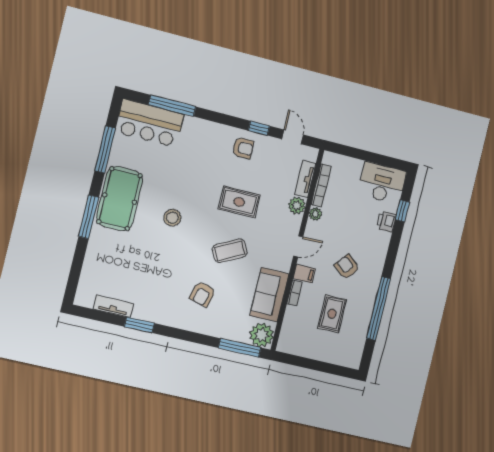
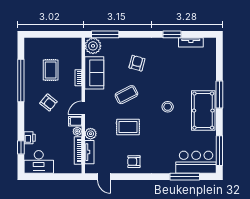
window: (259, 128) -> (127, 177), removed
window: (105, 149) -> (219, 151), moved
filing cabinet: (304, 274) -> (75, 121), moved

